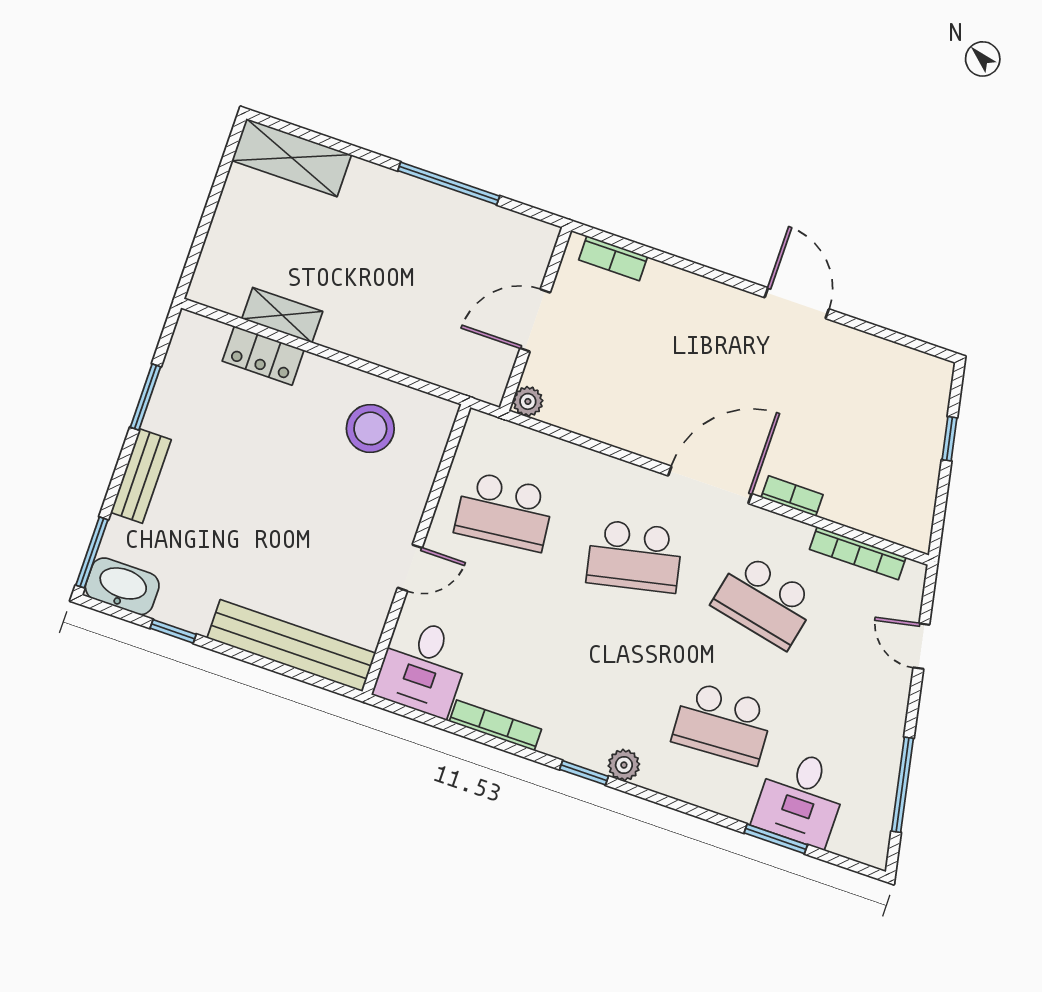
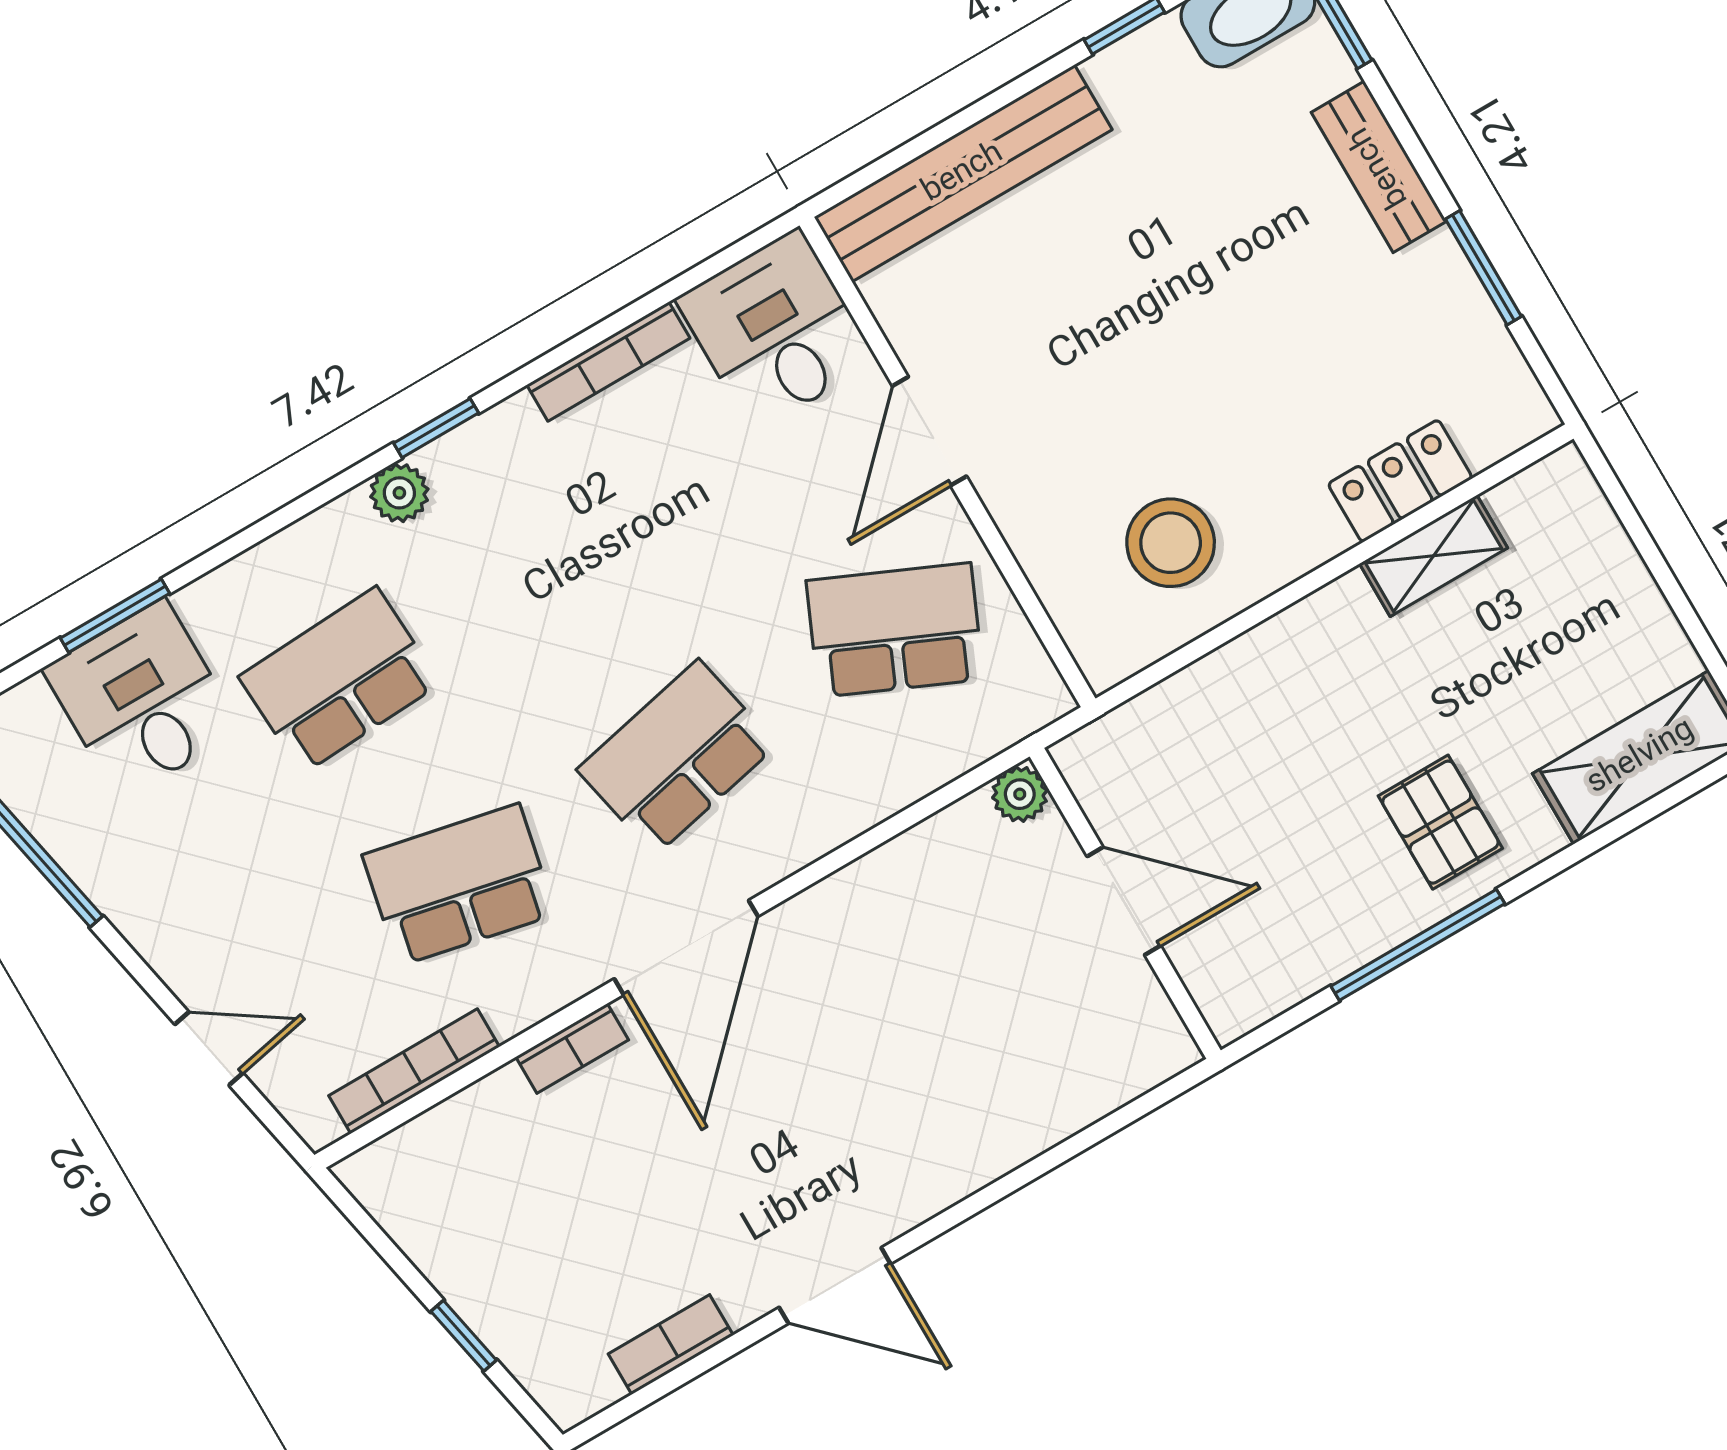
pallet: (390, 218) -> (1440, 822), added
bookcase: (613, 258) -> (671, 1345), moved
door: (535, 320) -> (1124, 901), hinge flipped
school desk: (504, 511) -> (895, 630), turned 30
door: (410, 568) -> (929, 431), width x1.37

